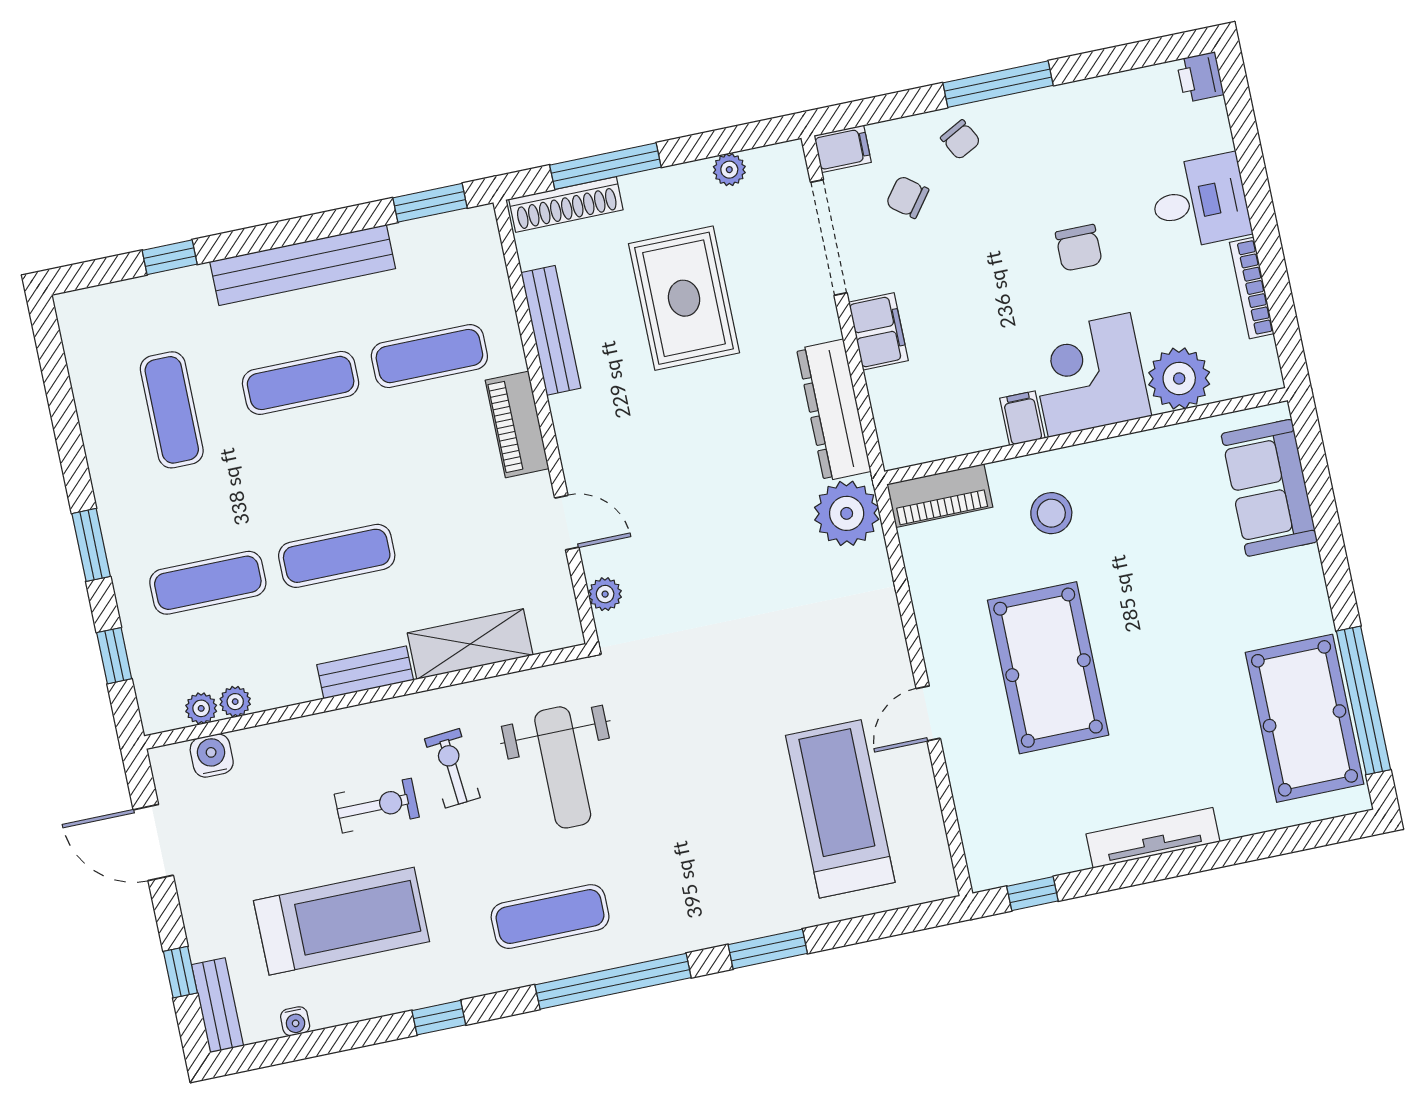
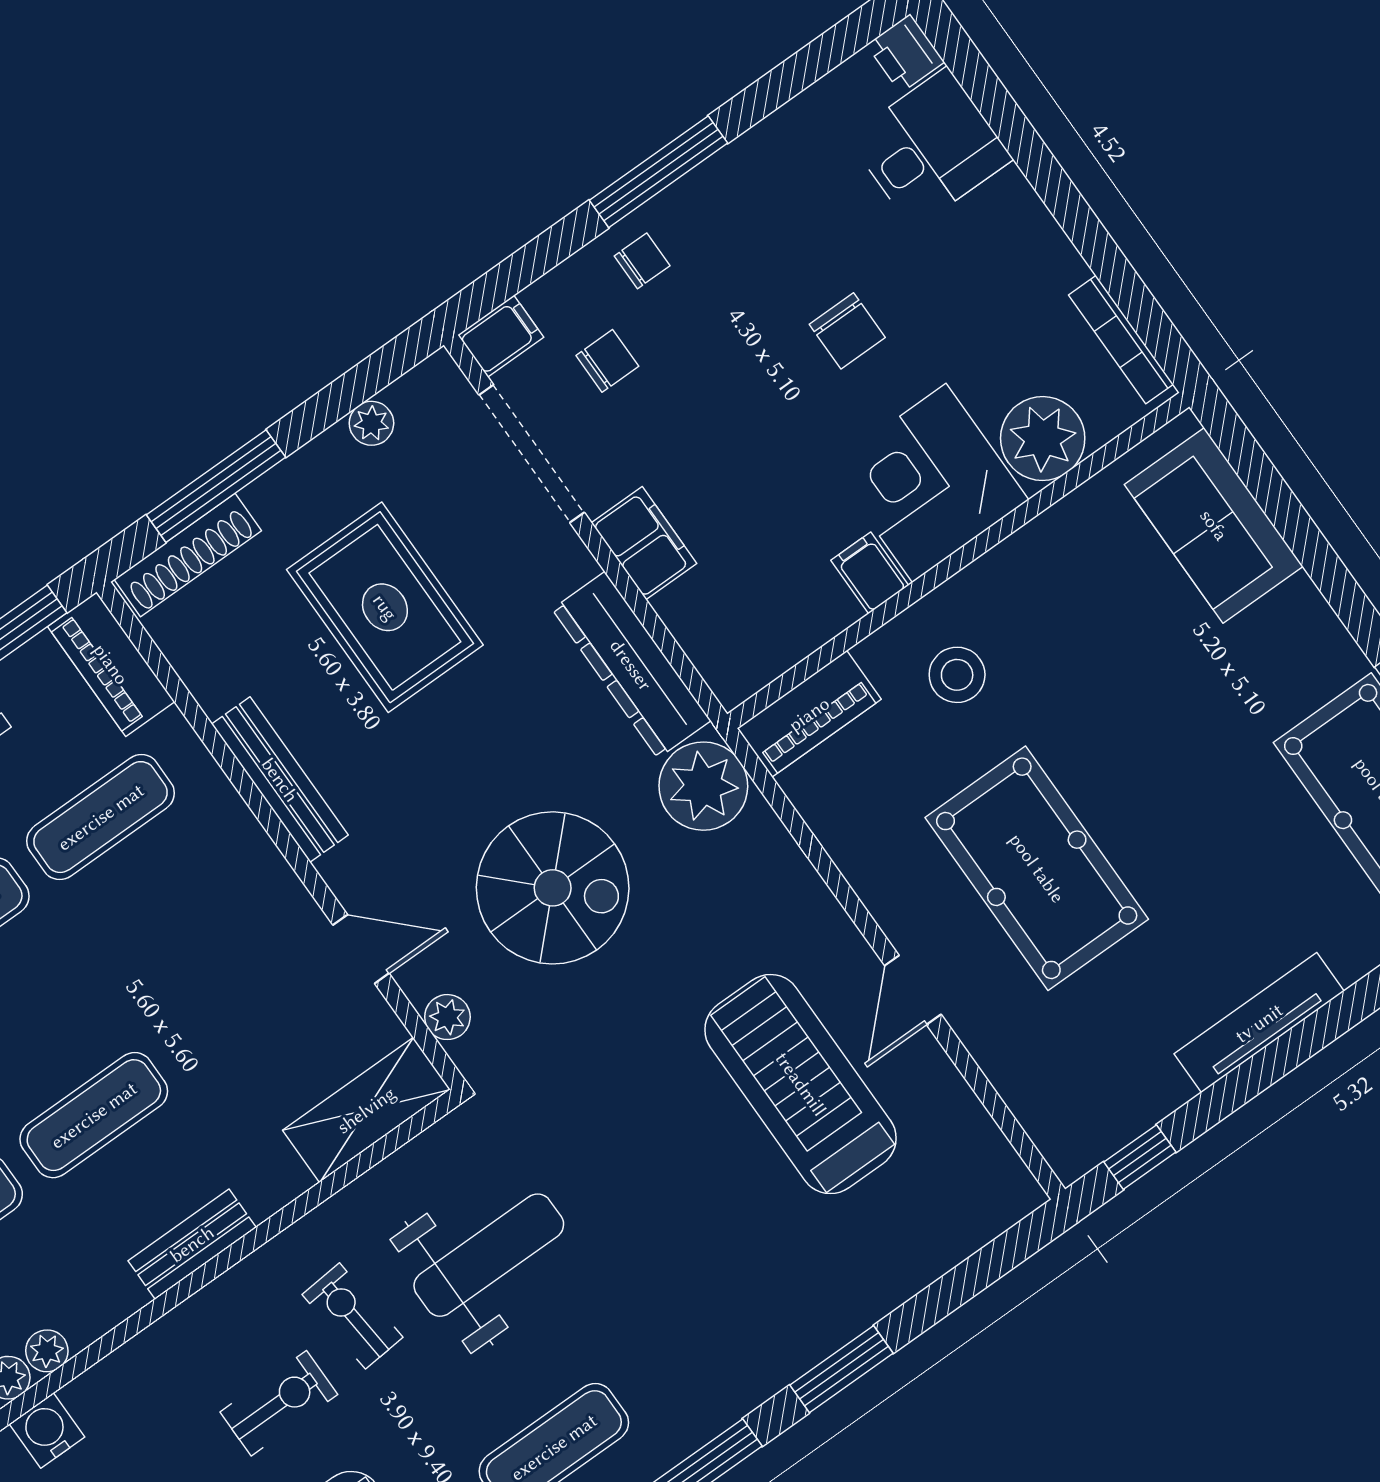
chair: (961, 140) -> (642, 261), turned -62
chair: (907, 197) -> (607, 361), turned 143
desk: (1200, 202) -> (930, 148), moved
bookcase: (1252, 288) -> (1121, 340), moved
bench: (551, 330) -> (280, 780), moved
piano: (517, 424) -> (111, 664), moved
spiral stairs: (715, 538) -> (553, 888), added
shelving: (470, 644) -> (366, 1110), moved
weight bench: (563, 767) -> (489, 1255), turned -90
treadmill: (840, 809) -> (801, 1084), moved

